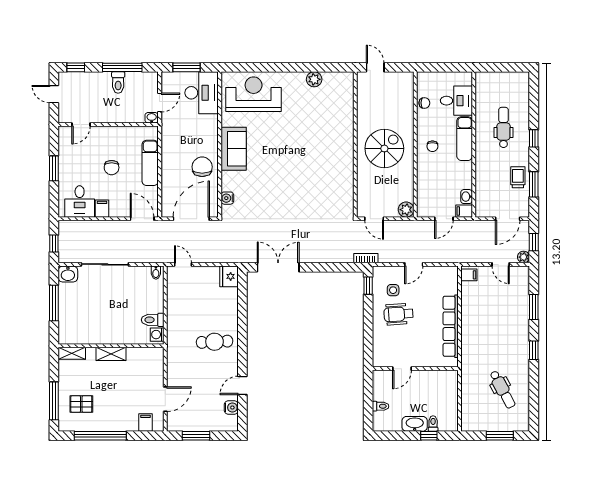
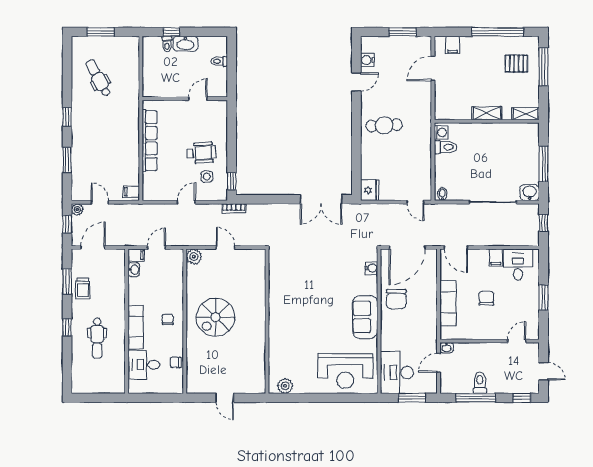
wall: (355, 144) -> (267, 321), moved

